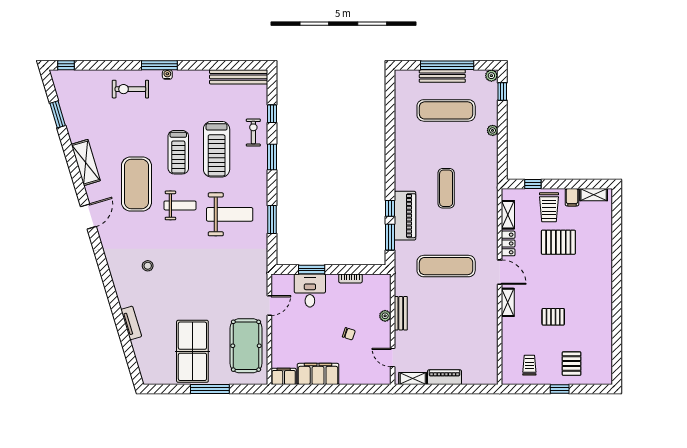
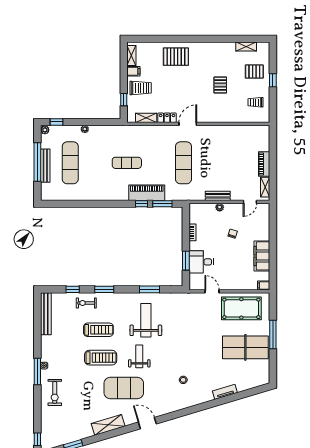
treadmill: (217, 149) -> (98, 330), width x0.73, depth x0.73
pallet: (558, 242) -> (176, 57), moved, turned 90
shelving: (508, 302) -> (246, 47), moved
filing cabinet: (284, 376) -> (264, 285), width x0.50

